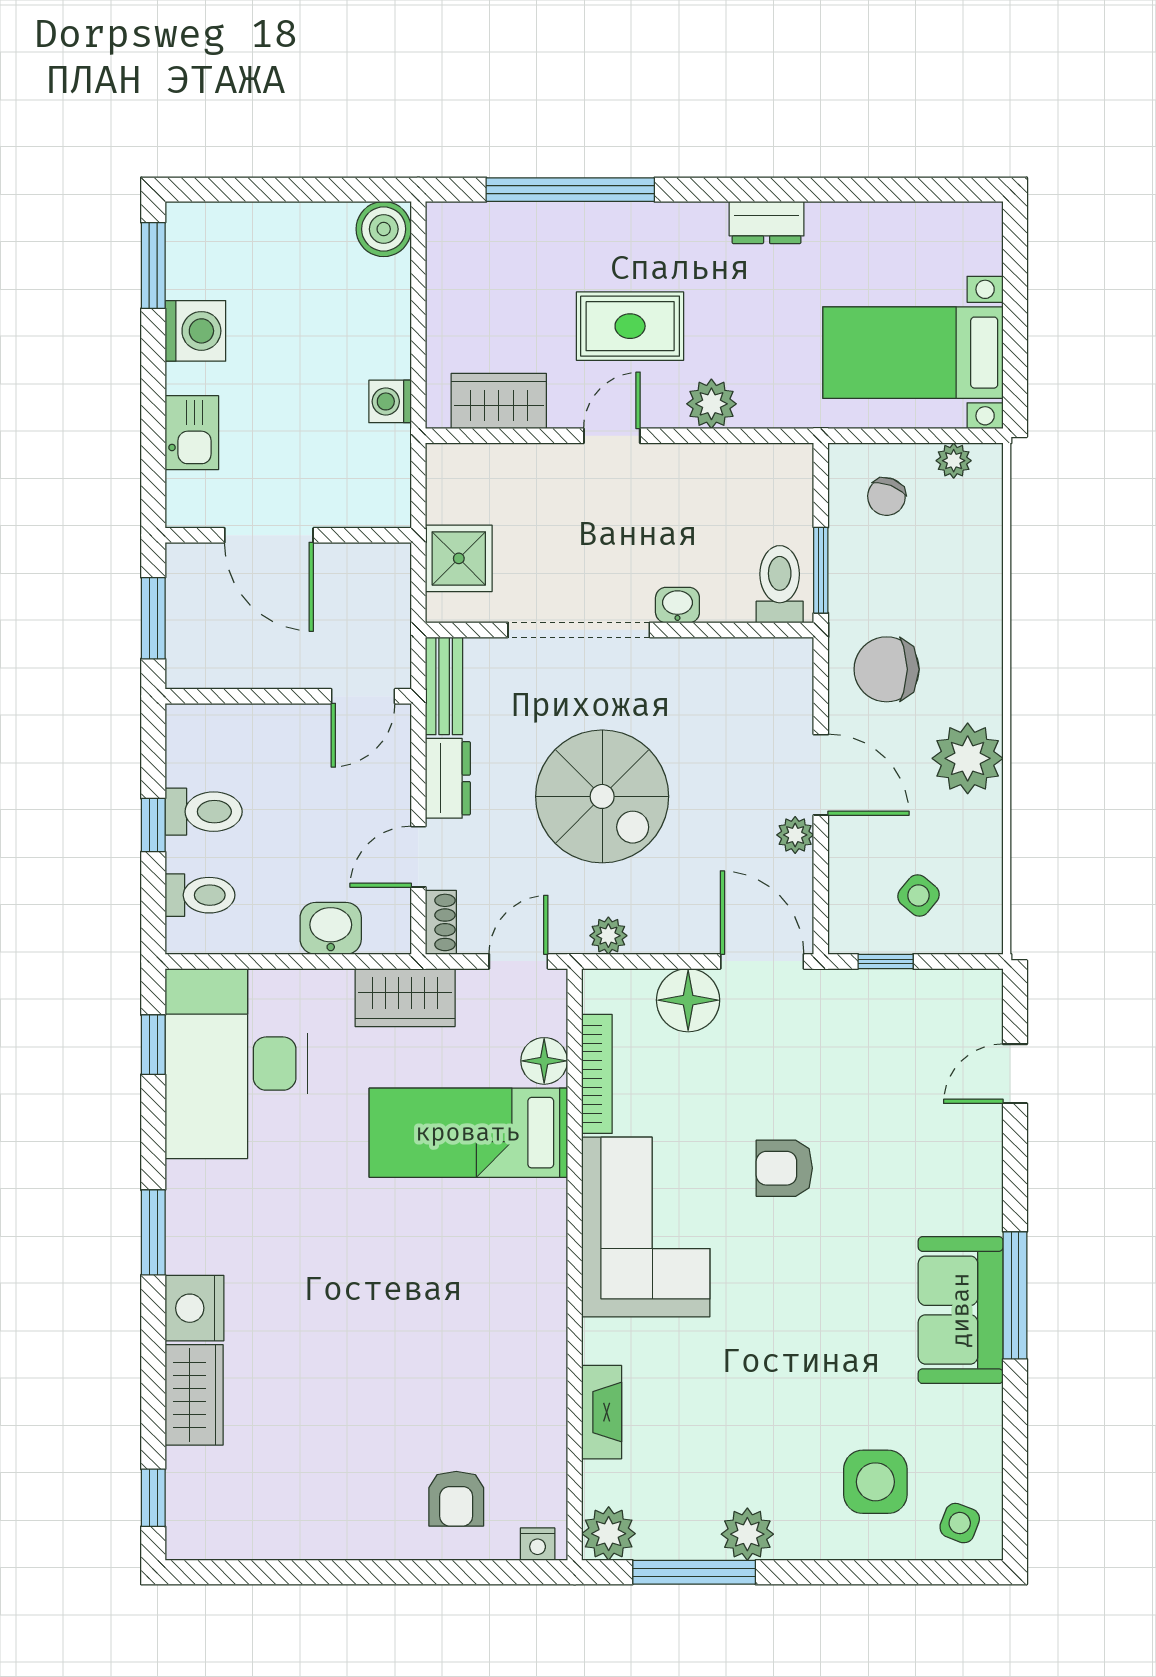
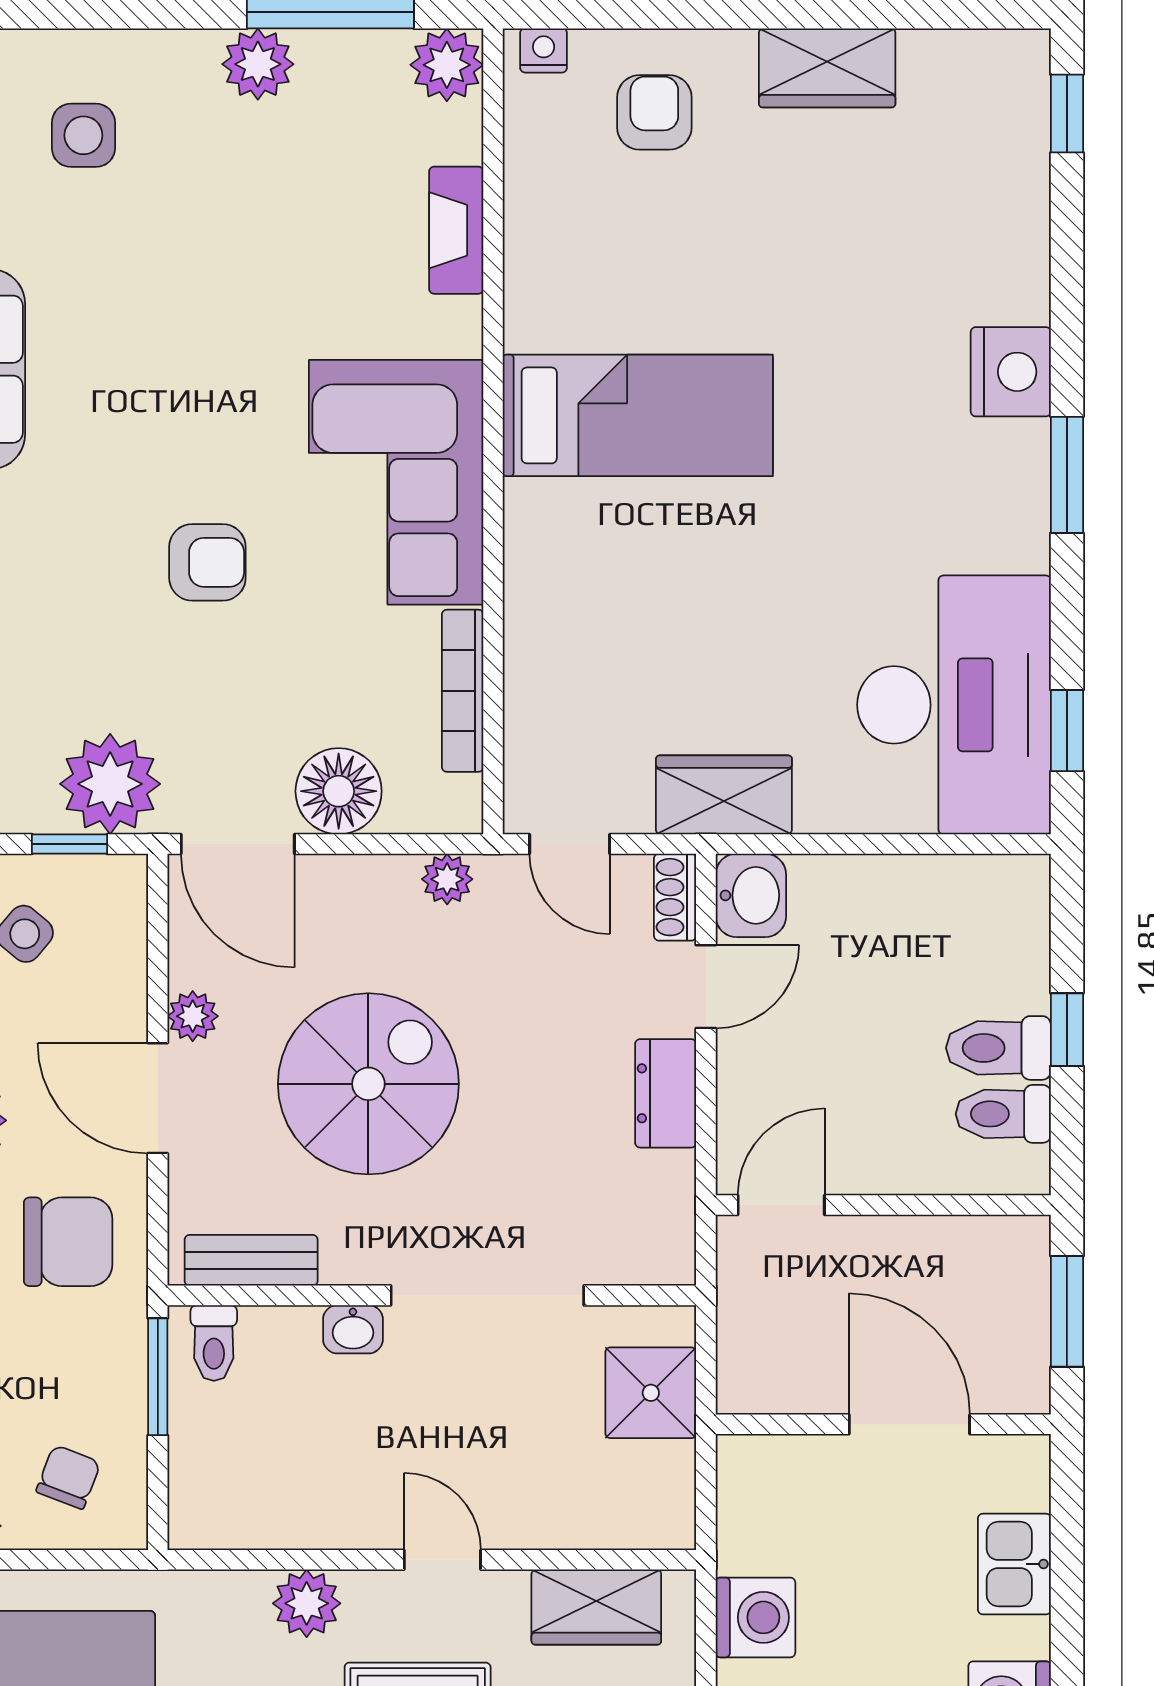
washing machine: (390, 401) -> (755, 1617), width x1.38, depth x1.38
door: (612, 436) -> (442, 1560), swing flipped
toilet: (780, 584) -> (214, 1343), width x0.73, depth x0.72
bench: (444, 686) -> (251, 1260), moved, turned 90
spiral stairs: (602, 796) -> (368, 1084), moved, turned 90
toilet: (200, 895) -> (1003, 1114), moved
washbasin: (331, 928) -> (751, 895), moved, turned -90
door: (518, 961) -> (570, 844), hinge flipped
plant: (856, 1005) -> (110, 784), added
floor lamp: (544, 1061) -> (535, 709), removed
bed: (468, 1133) -> (638, 415), moved
wardrobe: (194, 1395) -> (827, 68), moved, turned -90
side table: (875, 1482) -> (83, 135), width x0.73, depth x0.73

